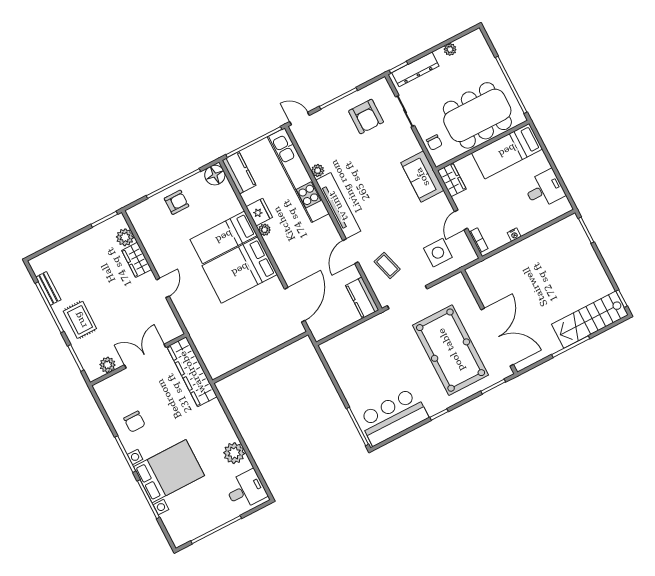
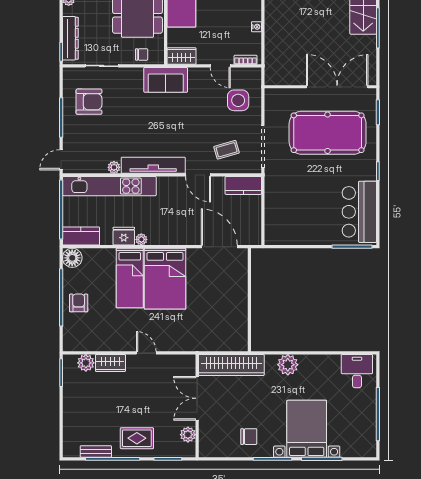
plant: (234, 453) -> (288, 365), moved

